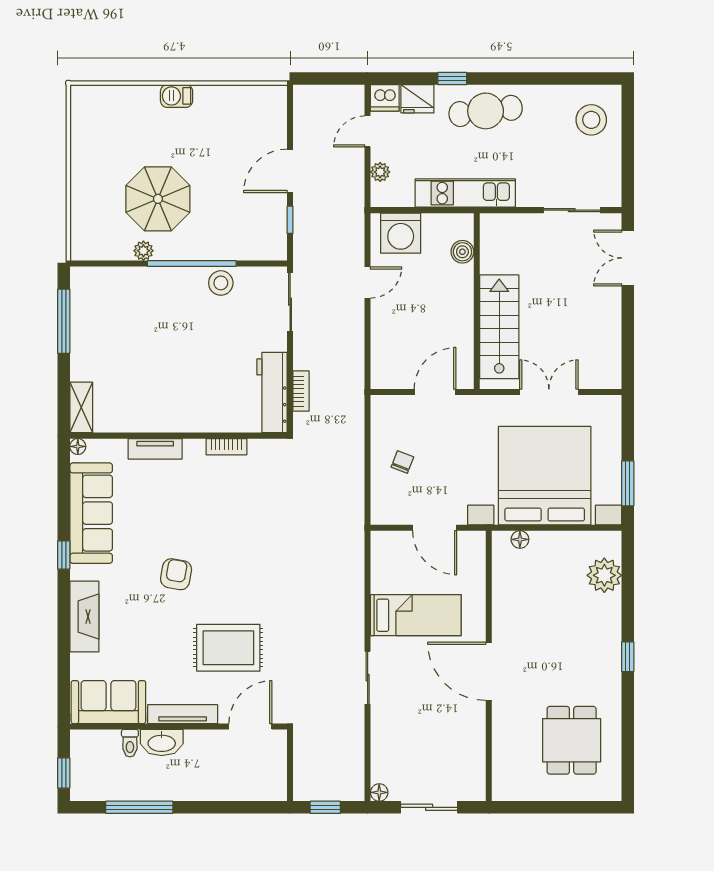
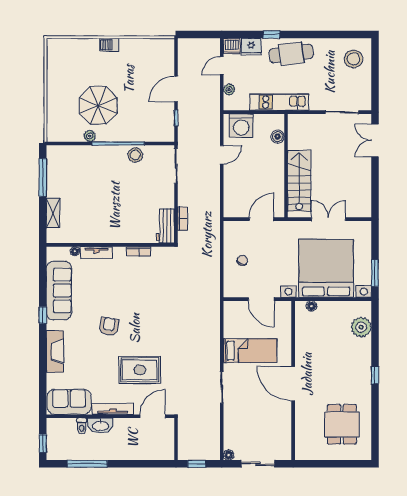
workbench: (272, 393) -> (165, 226), width x0.73
shelving: (81, 407) -> (53, 213), moved
floor lamp: (78, 446) -> (75, 251), moved

